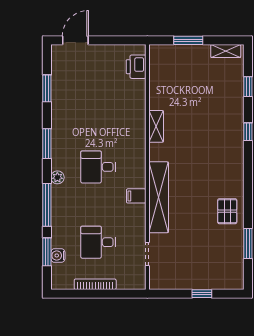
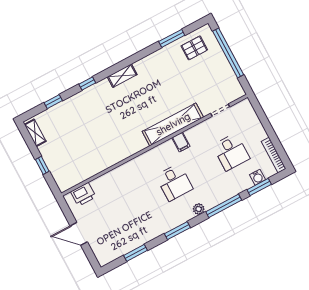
door: (75, 40) -> (79, 234), moved
window: (188, 40) -> (42, 165), width x0.67
shelving: (156, 126) -> (122, 76), moved
pallet: (227, 211) -> (194, 48), moved
bookcase: (95, 284) -> (274, 155), moved
window: (202, 294) -> (228, 53), width x3.17

